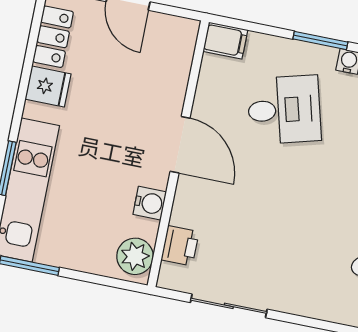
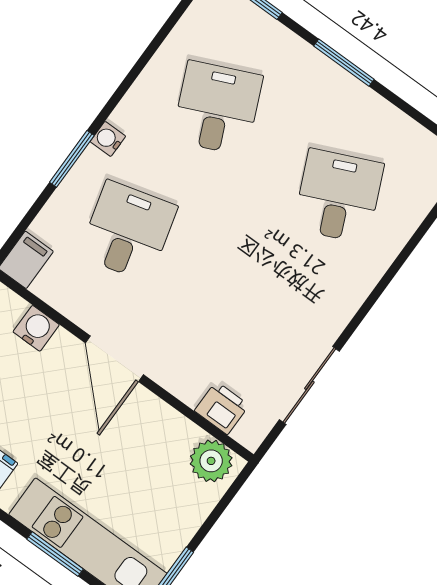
door: (180, 145) -> (114, 359), swing flipped
water cooler: (150, 203) -> (36, 328), moved

